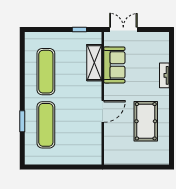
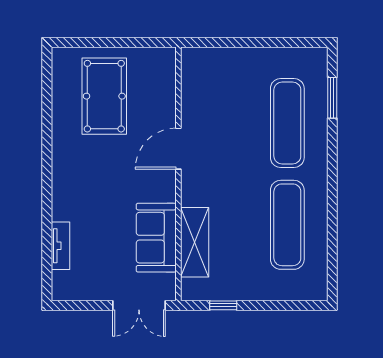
tv unit: (164, 75) -> (60, 246), moved
window: (22, 121) -> (332, 98), moved
pool table: (146, 121) -> (104, 96), moved

